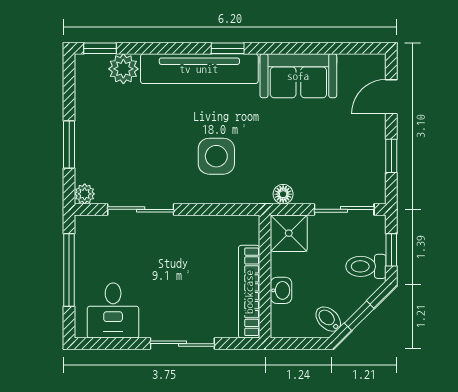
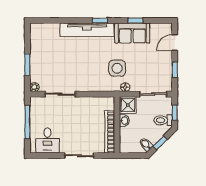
window: (100, 48) -> (135, 21), moved
plant: (123, 69) -> (52, 30), removed
side table: (216, 156) -> (117, 68), moved
washbasin: (281, 290) -> (124, 120), moved

